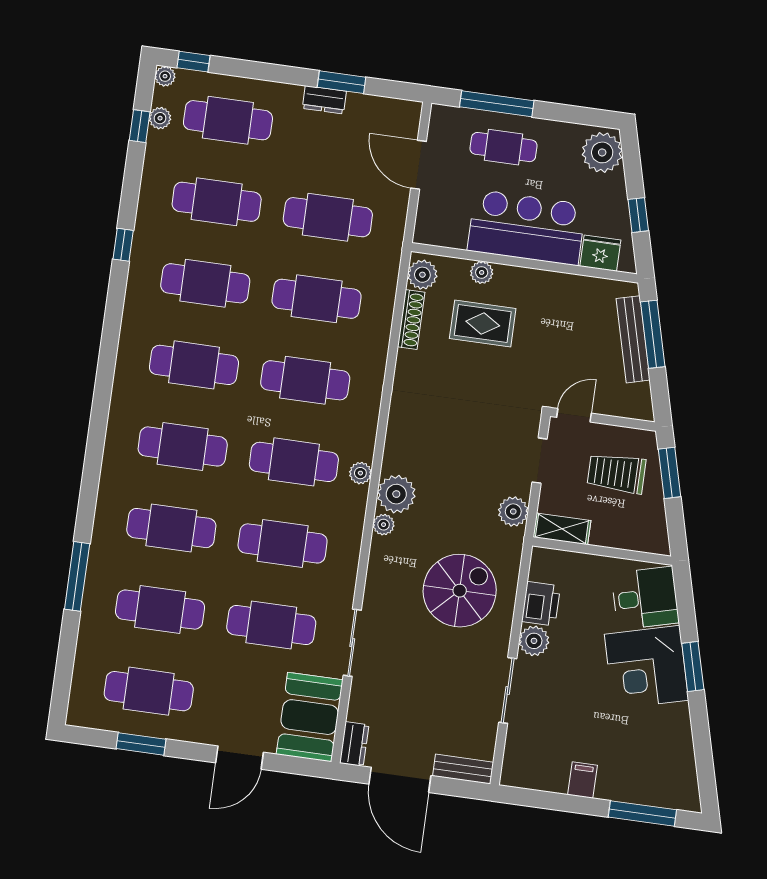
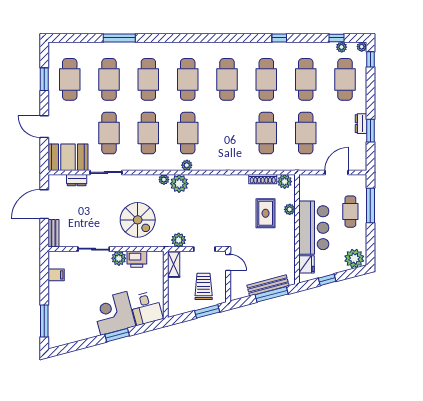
cafe table: (305, 380) -> (227, 133), removed
dresser: (354, 744) -> (77, 180), moved
filing cabinet: (582, 780) -> (56, 275), moved

